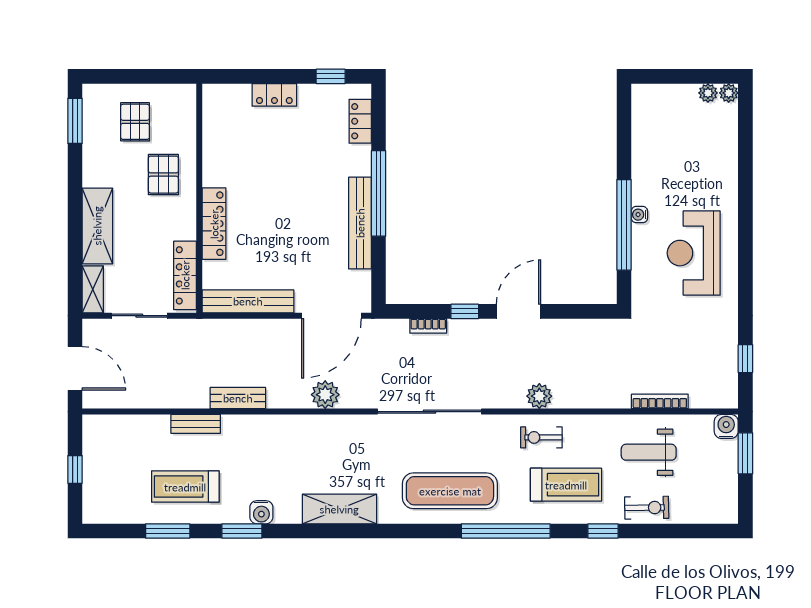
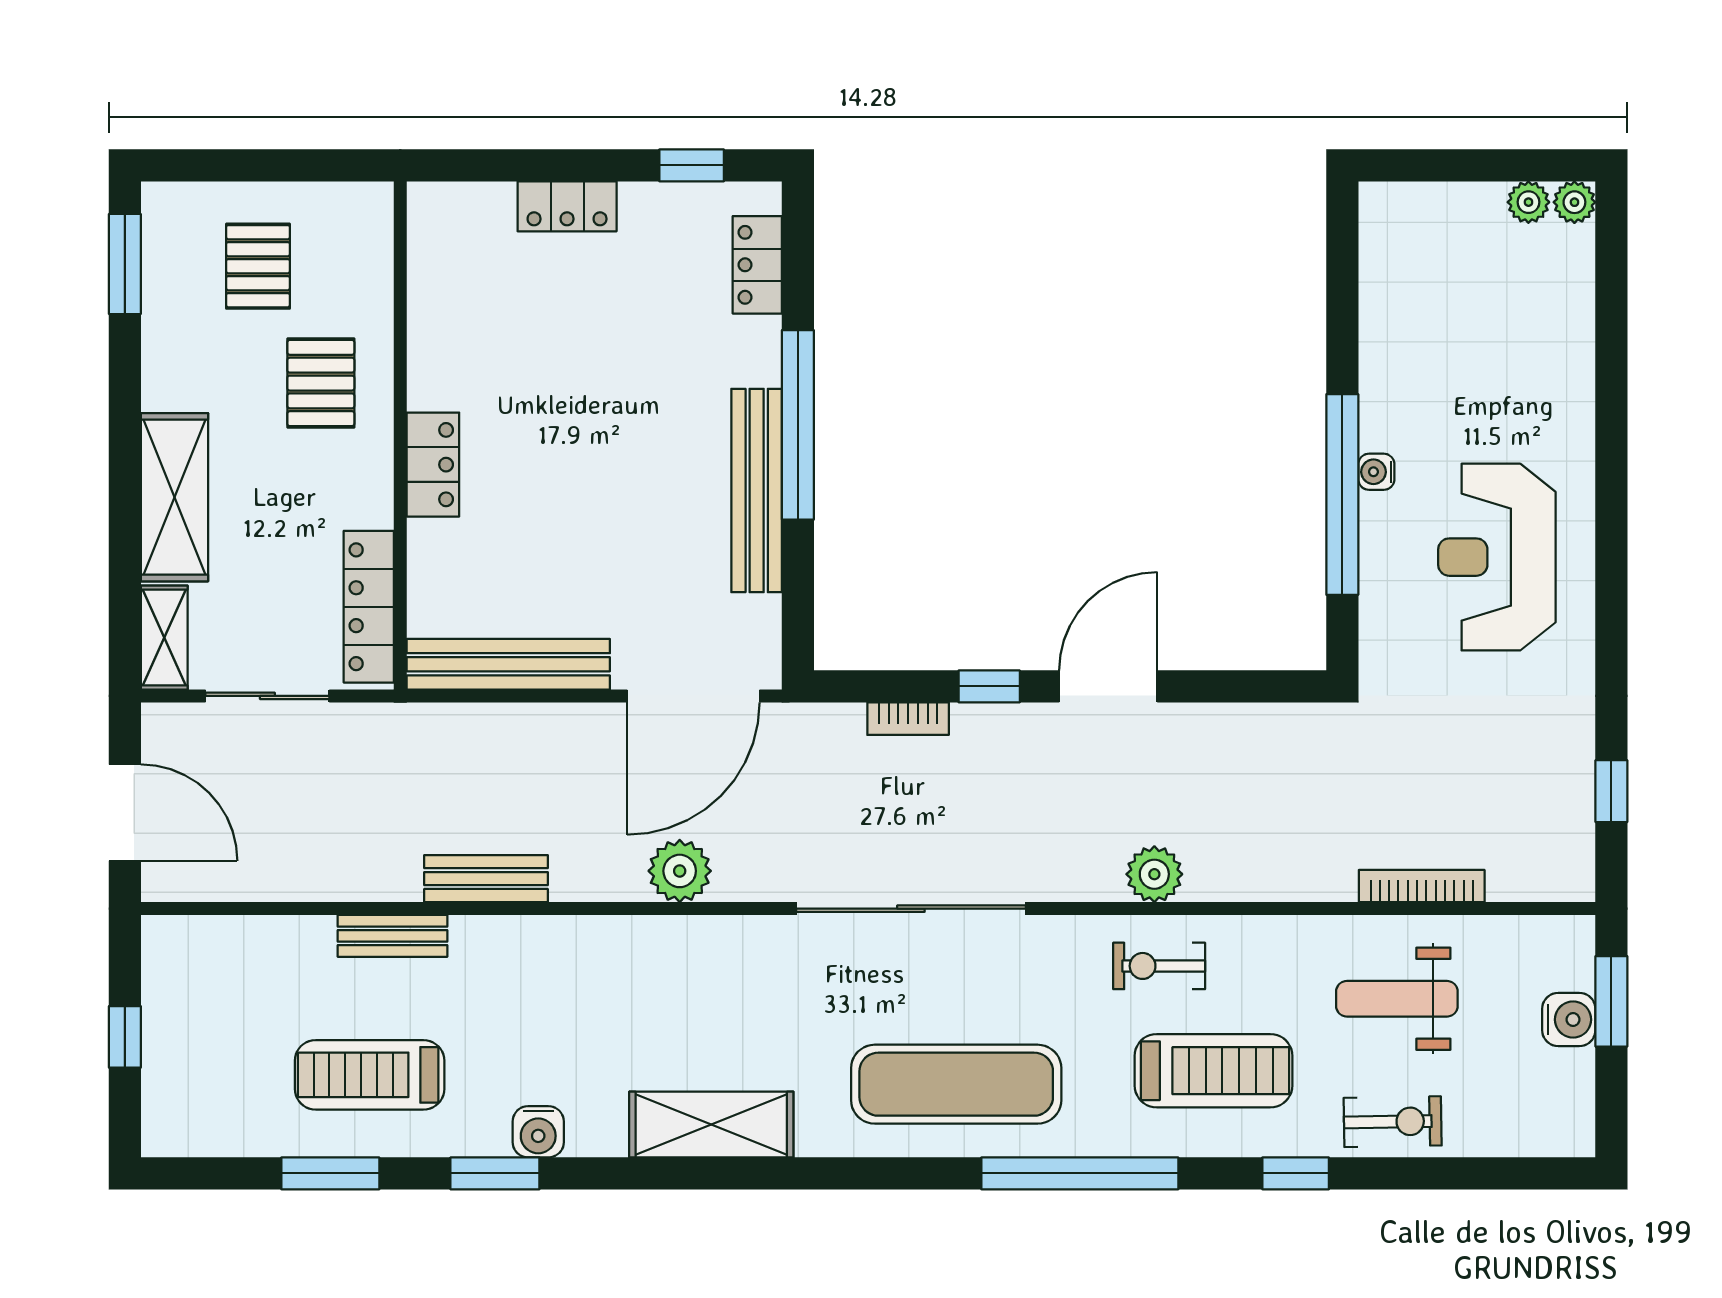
locker: (214, 224) -> (433, 465), width x0.66
water cooler: (726, 426) -> (1569, 1020), moved, turned 90

